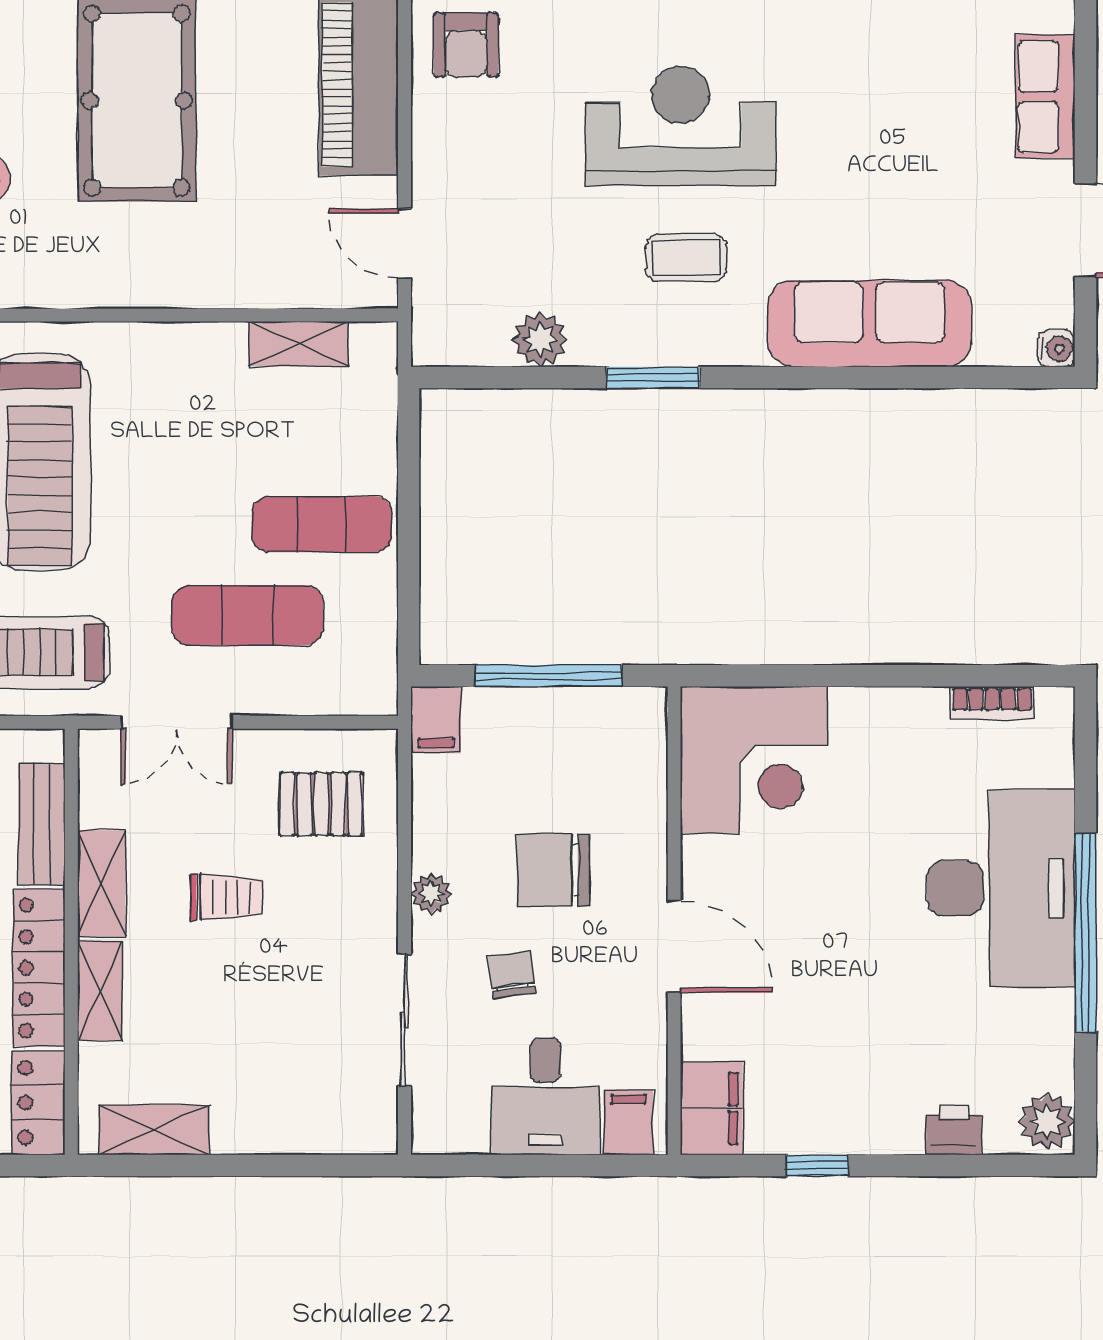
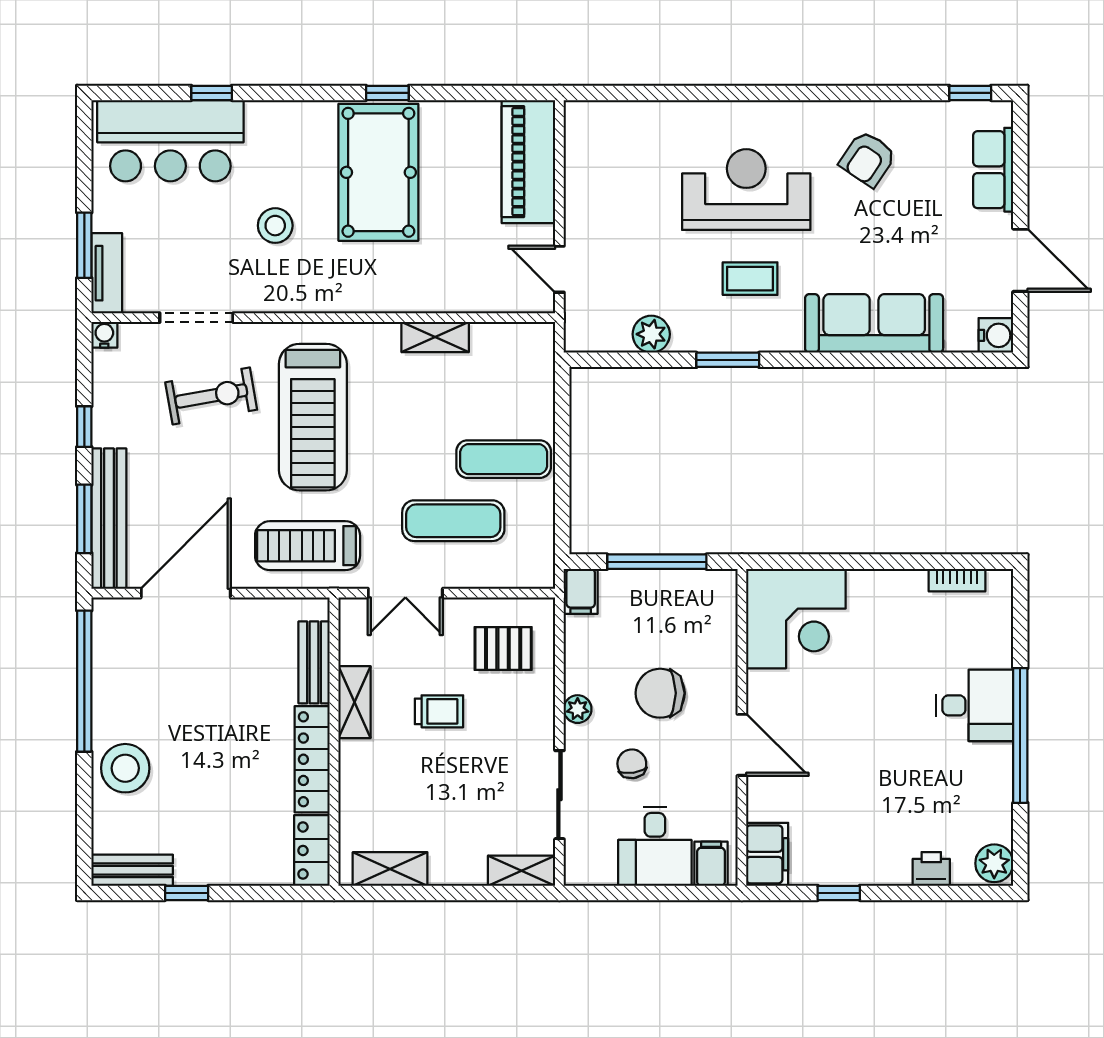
armchair: (466, 45) -> (868, 159), moved, turned 34
shelving: (299, 344) -> (435, 337), moved
water cooler: (1056, 348) -> (996, 335), width x1.38, depth x1.38
desk: (1001, 888) -> (975, 705), width x0.53, depth x0.77
shelving: (100, 991) -> (522, 871), moved, turned 90

